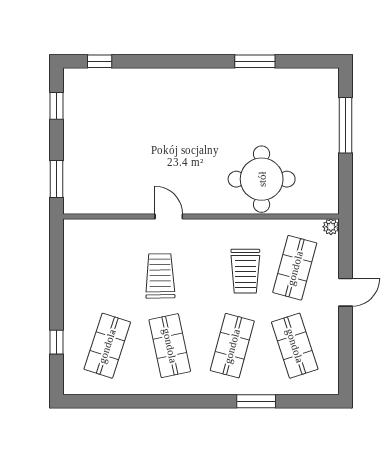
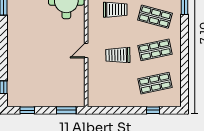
shop shelf: (107, 346) -> (155, 83), turned -30

